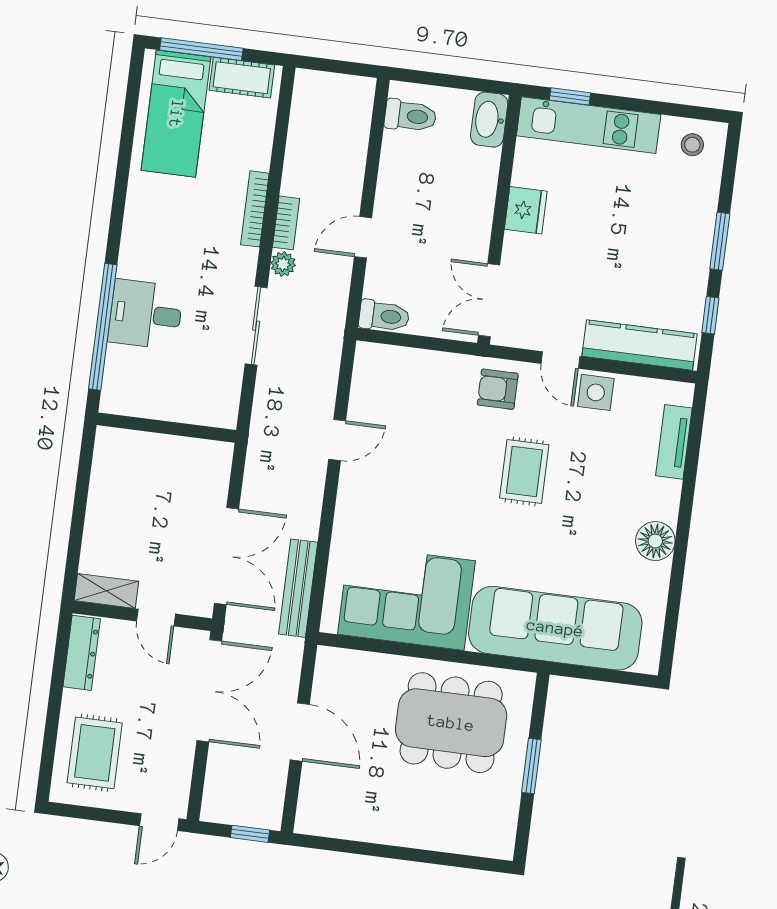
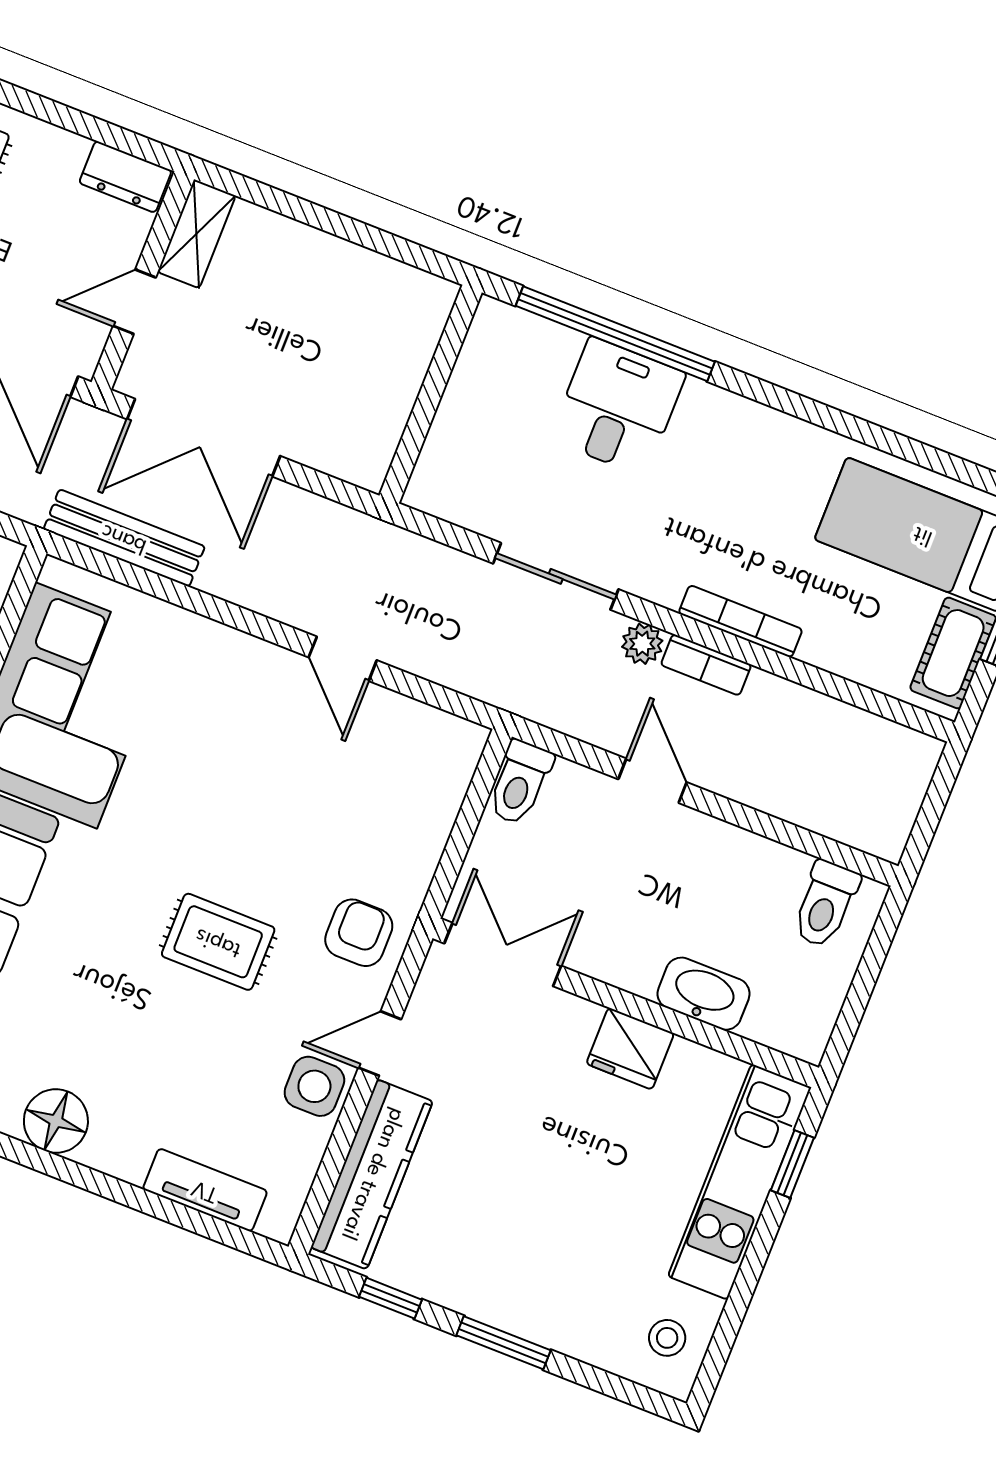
washbasin: (489, 120) -> (704, 994), moved
dresser: (82, 653) -> (125, 177), width x0.70

